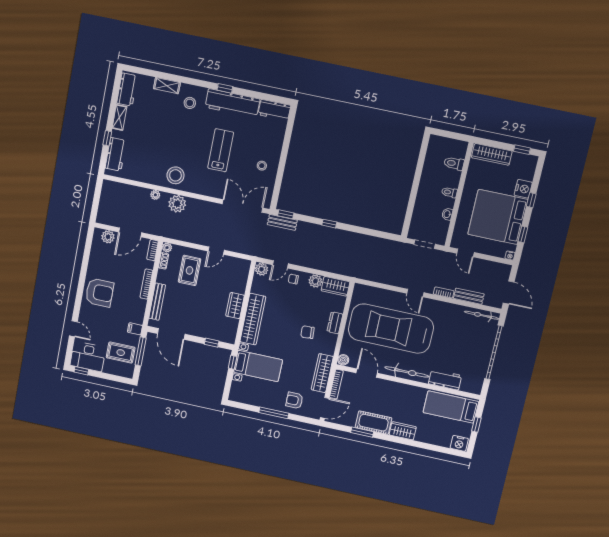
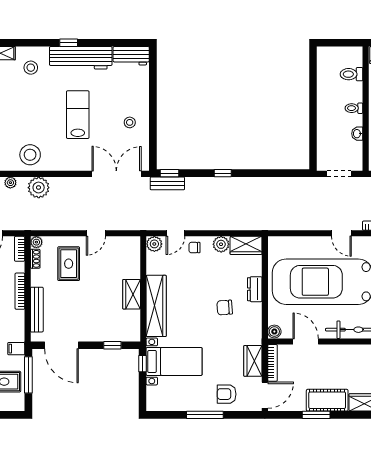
wardrobe: (322, 373) -> (253, 361), width x0.67

